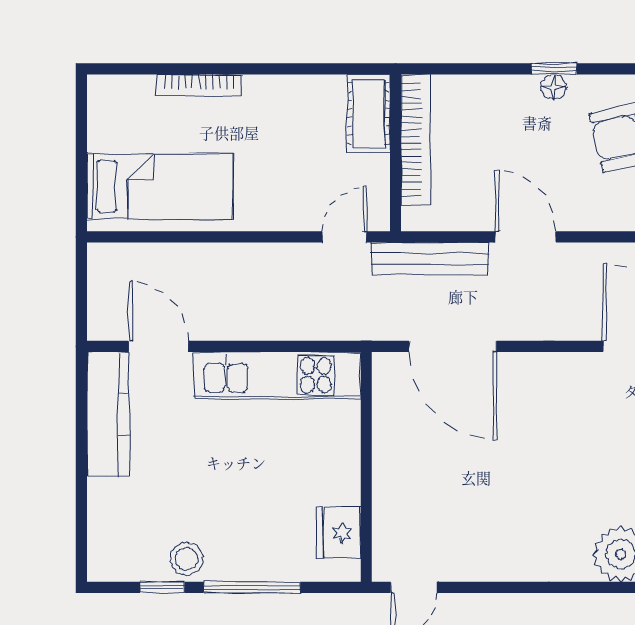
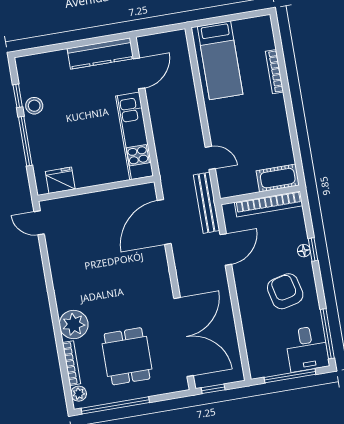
cot: (369, 114) -> (278, 178), moved
bookcase: (416, 140) -> (269, 204), moved
wall: (395, 153) -> (260, 195), moved

